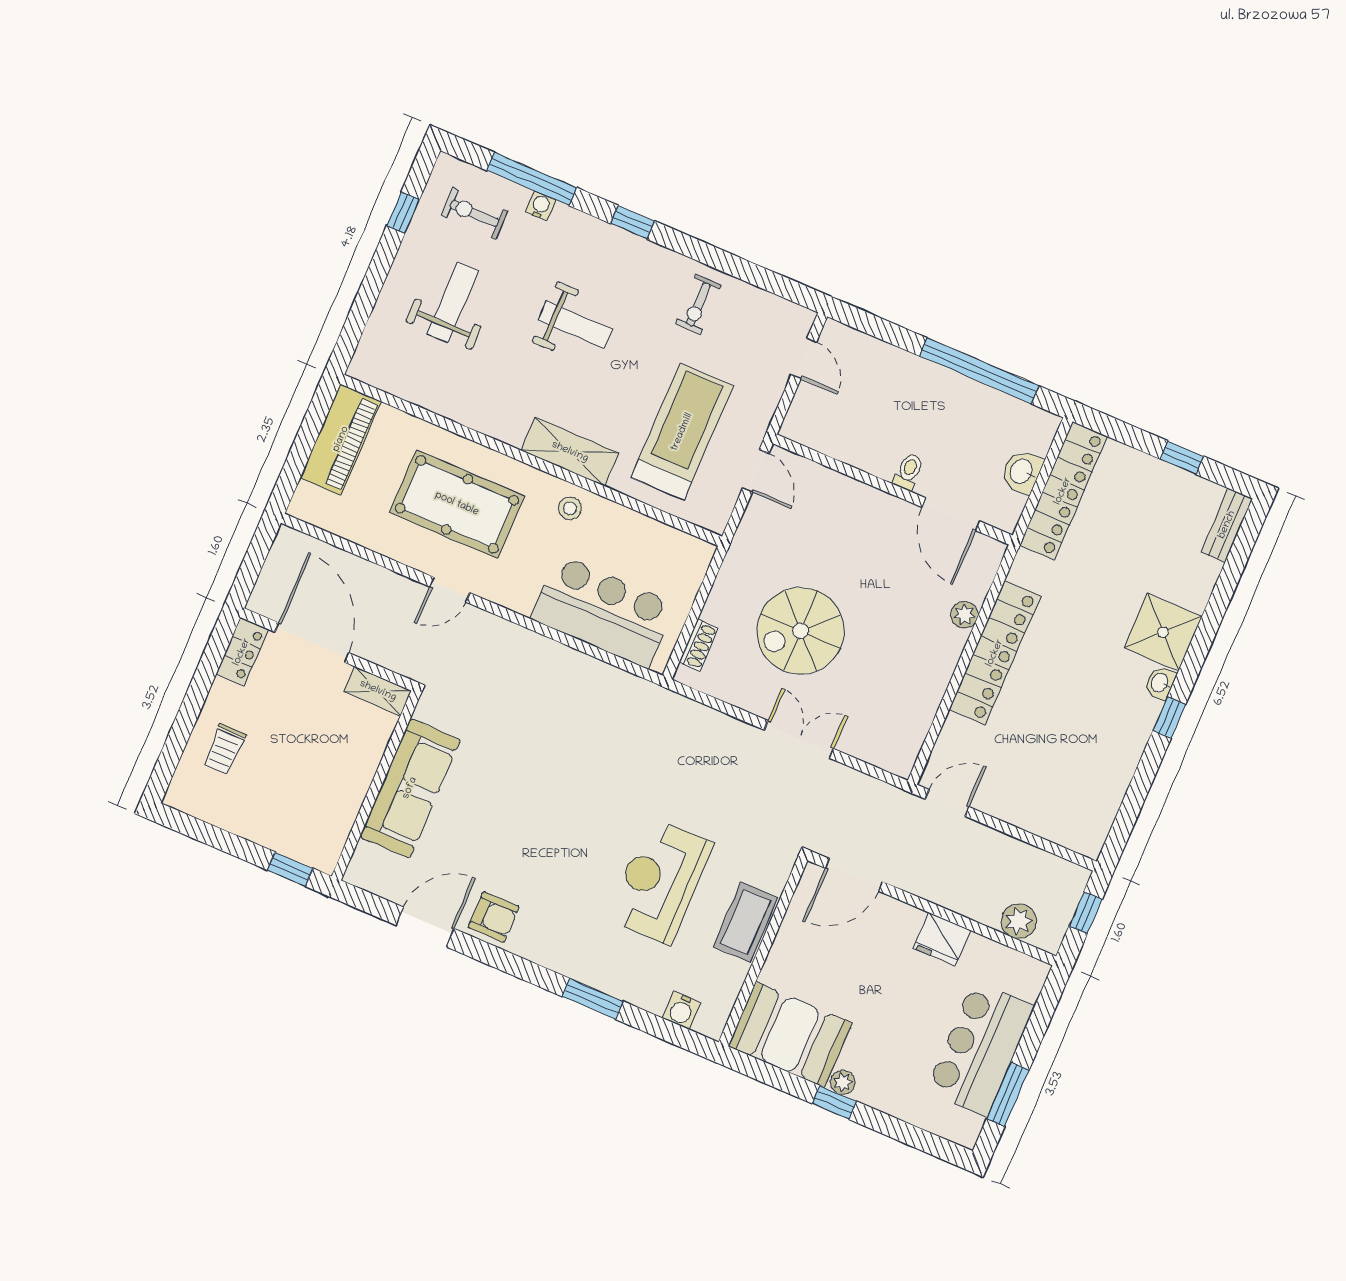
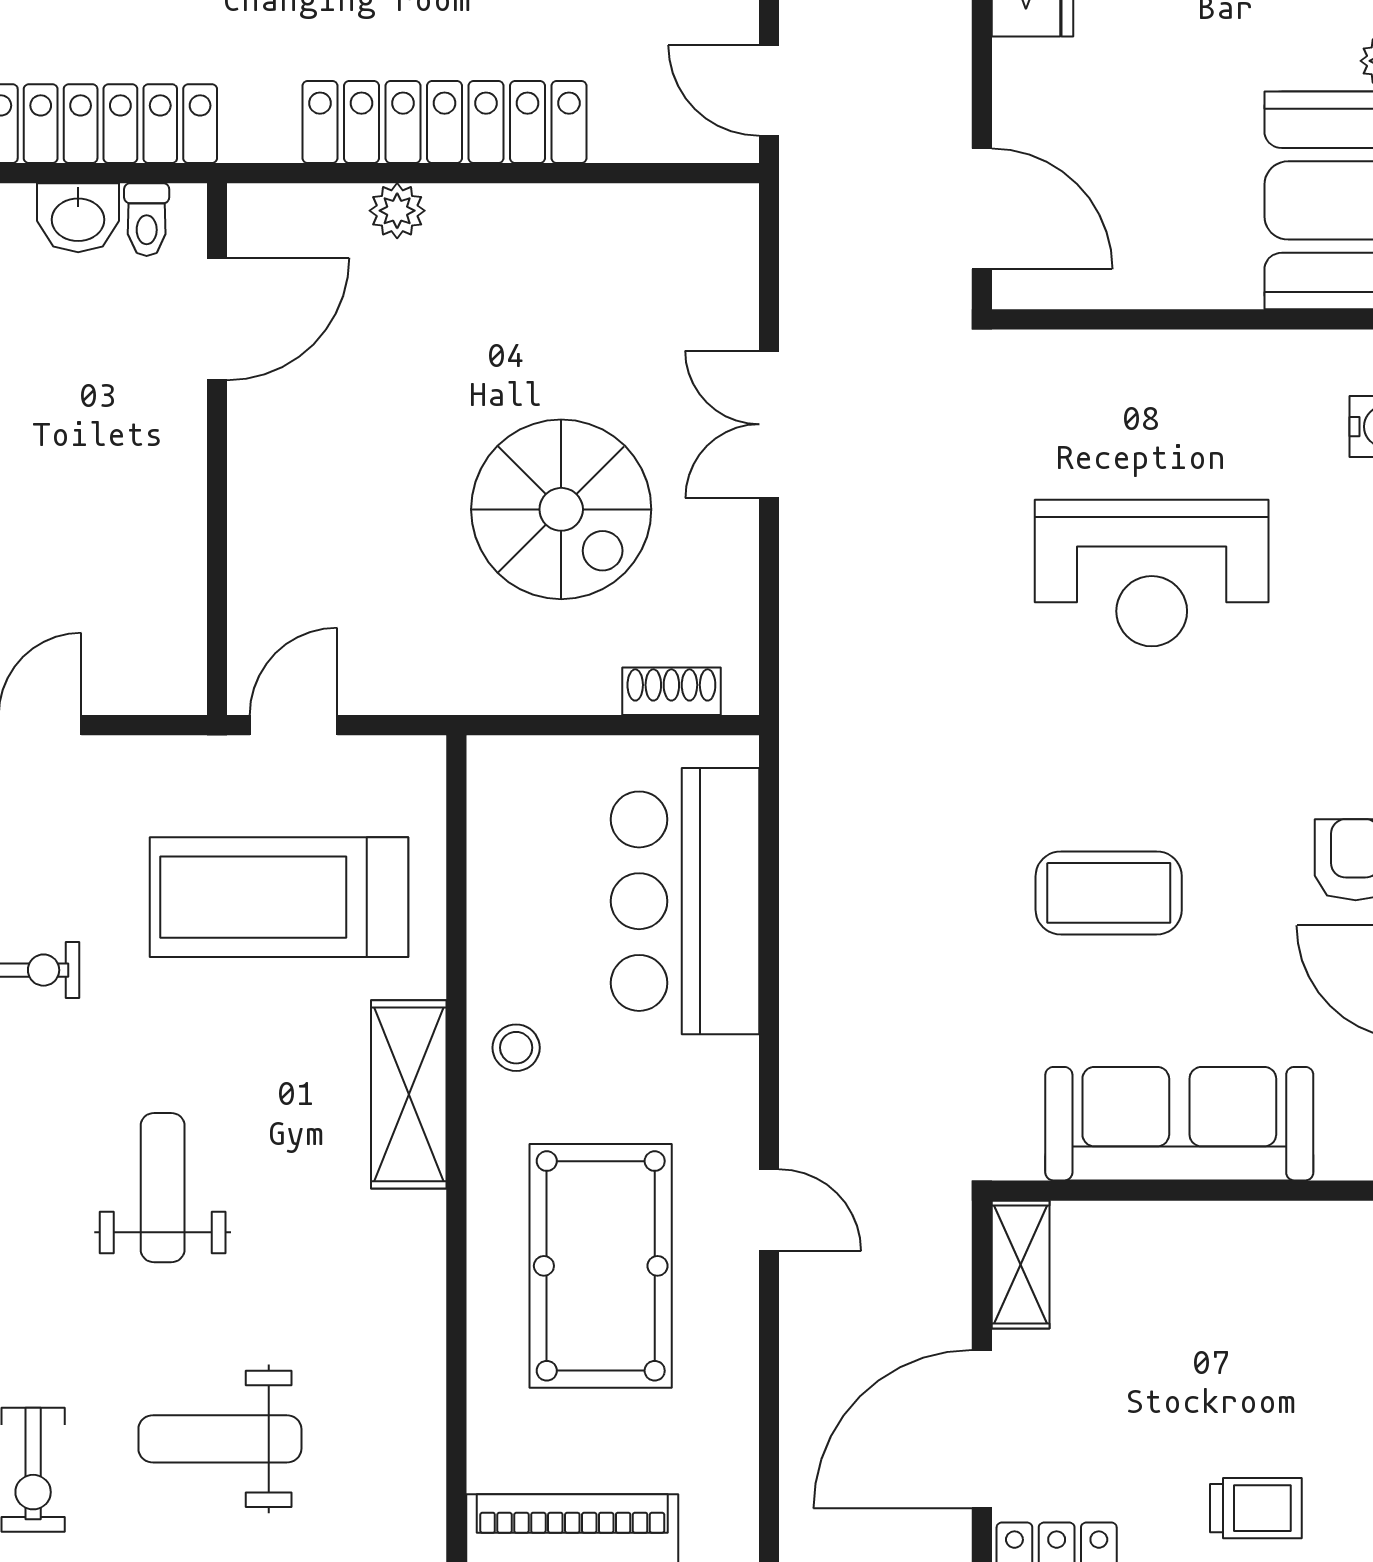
toilet: (908, 472) -> (147, 220), moved, turned -90
coffee table: (746, 922) -> (1109, 893), moved

